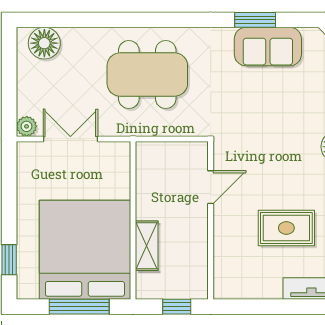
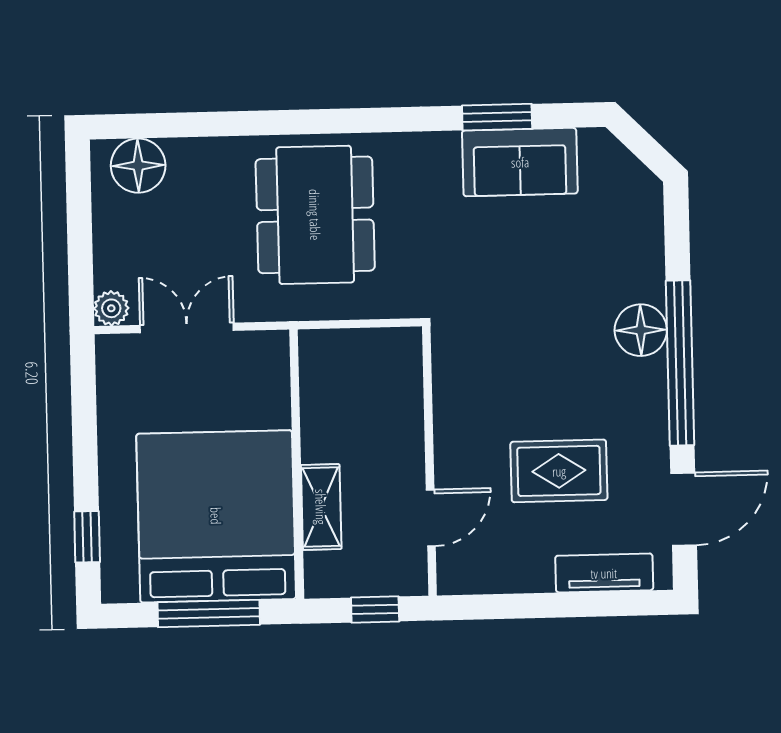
dining table: (147, 75) -> (315, 215), turned 90
door: (211, 187) -> (431, 518), moved

